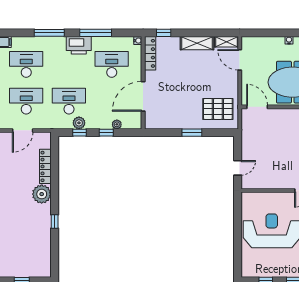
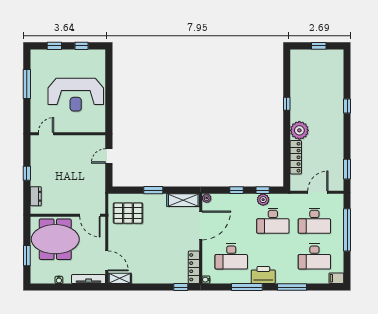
tv unit: (258, 41) -> (89, 279), added
shelving: (197, 43) -> (183, 200), moved
plant: (117, 124) -> (207, 198), moved

